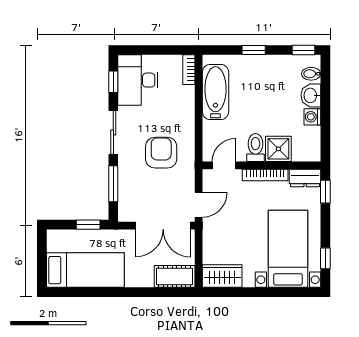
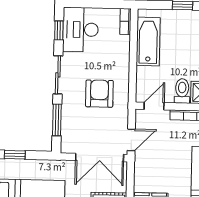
window: (88, 225) -> (15, 155), moved

